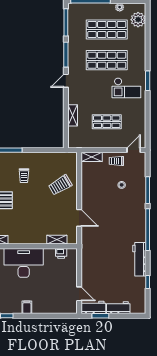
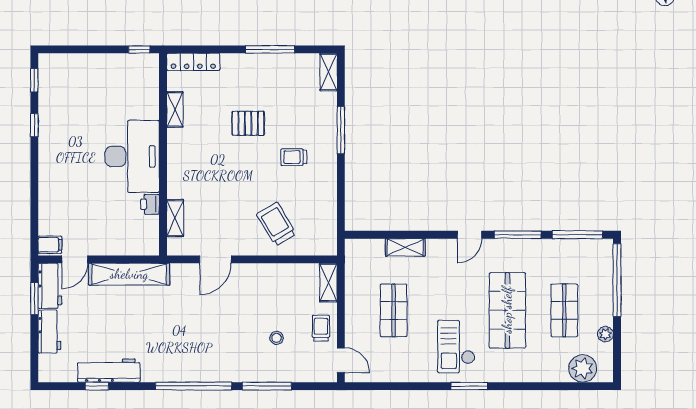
shop shelf: (107, 29) -> (564, 310), width x0.70, depth x0.74
door: (66, 81) -> (469, 235), swing flipped
printer: (61, 253) -> (150, 204), moved
workbench: (139, 259) -> (109, 371), moved
shelving: (87, 265) -> (129, 274), added
filing cabinet: (27, 307) -> (50, 245), moved

